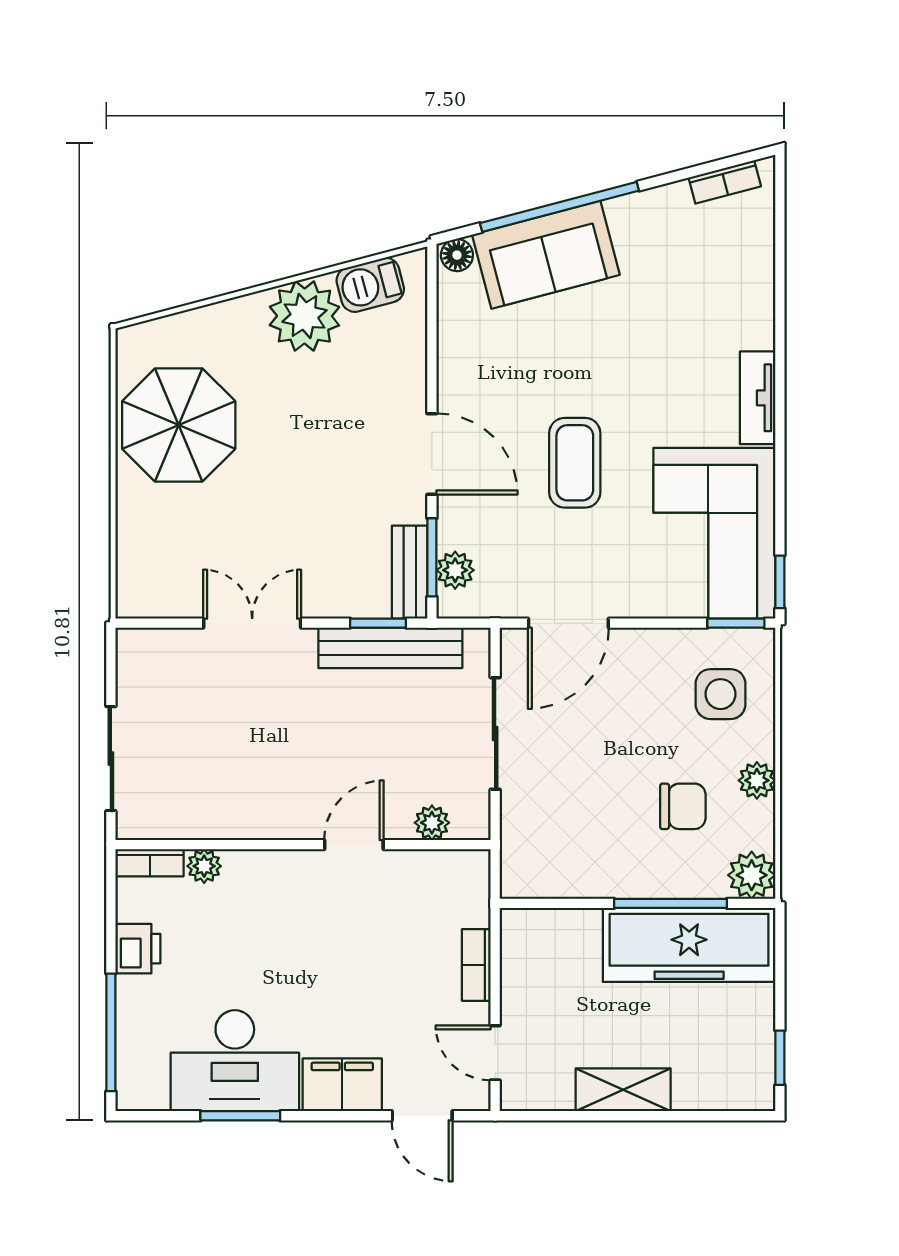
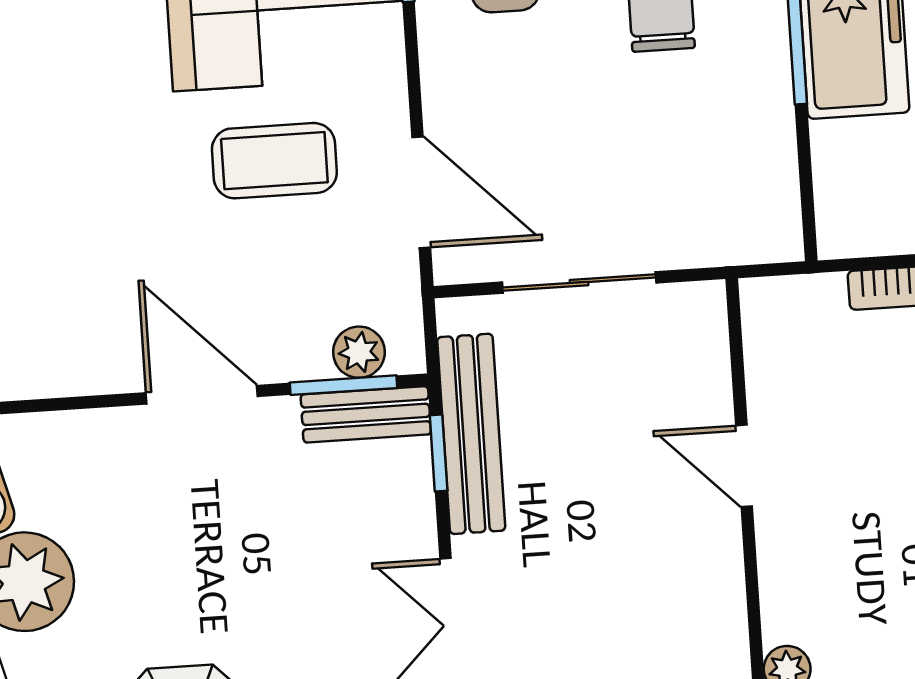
door: (432, 454) -> (202, 395), hinge flipped
coffee table: (575, 463) -> (274, 161), moved
plant: (432, 823) -> (707, 361), removed

